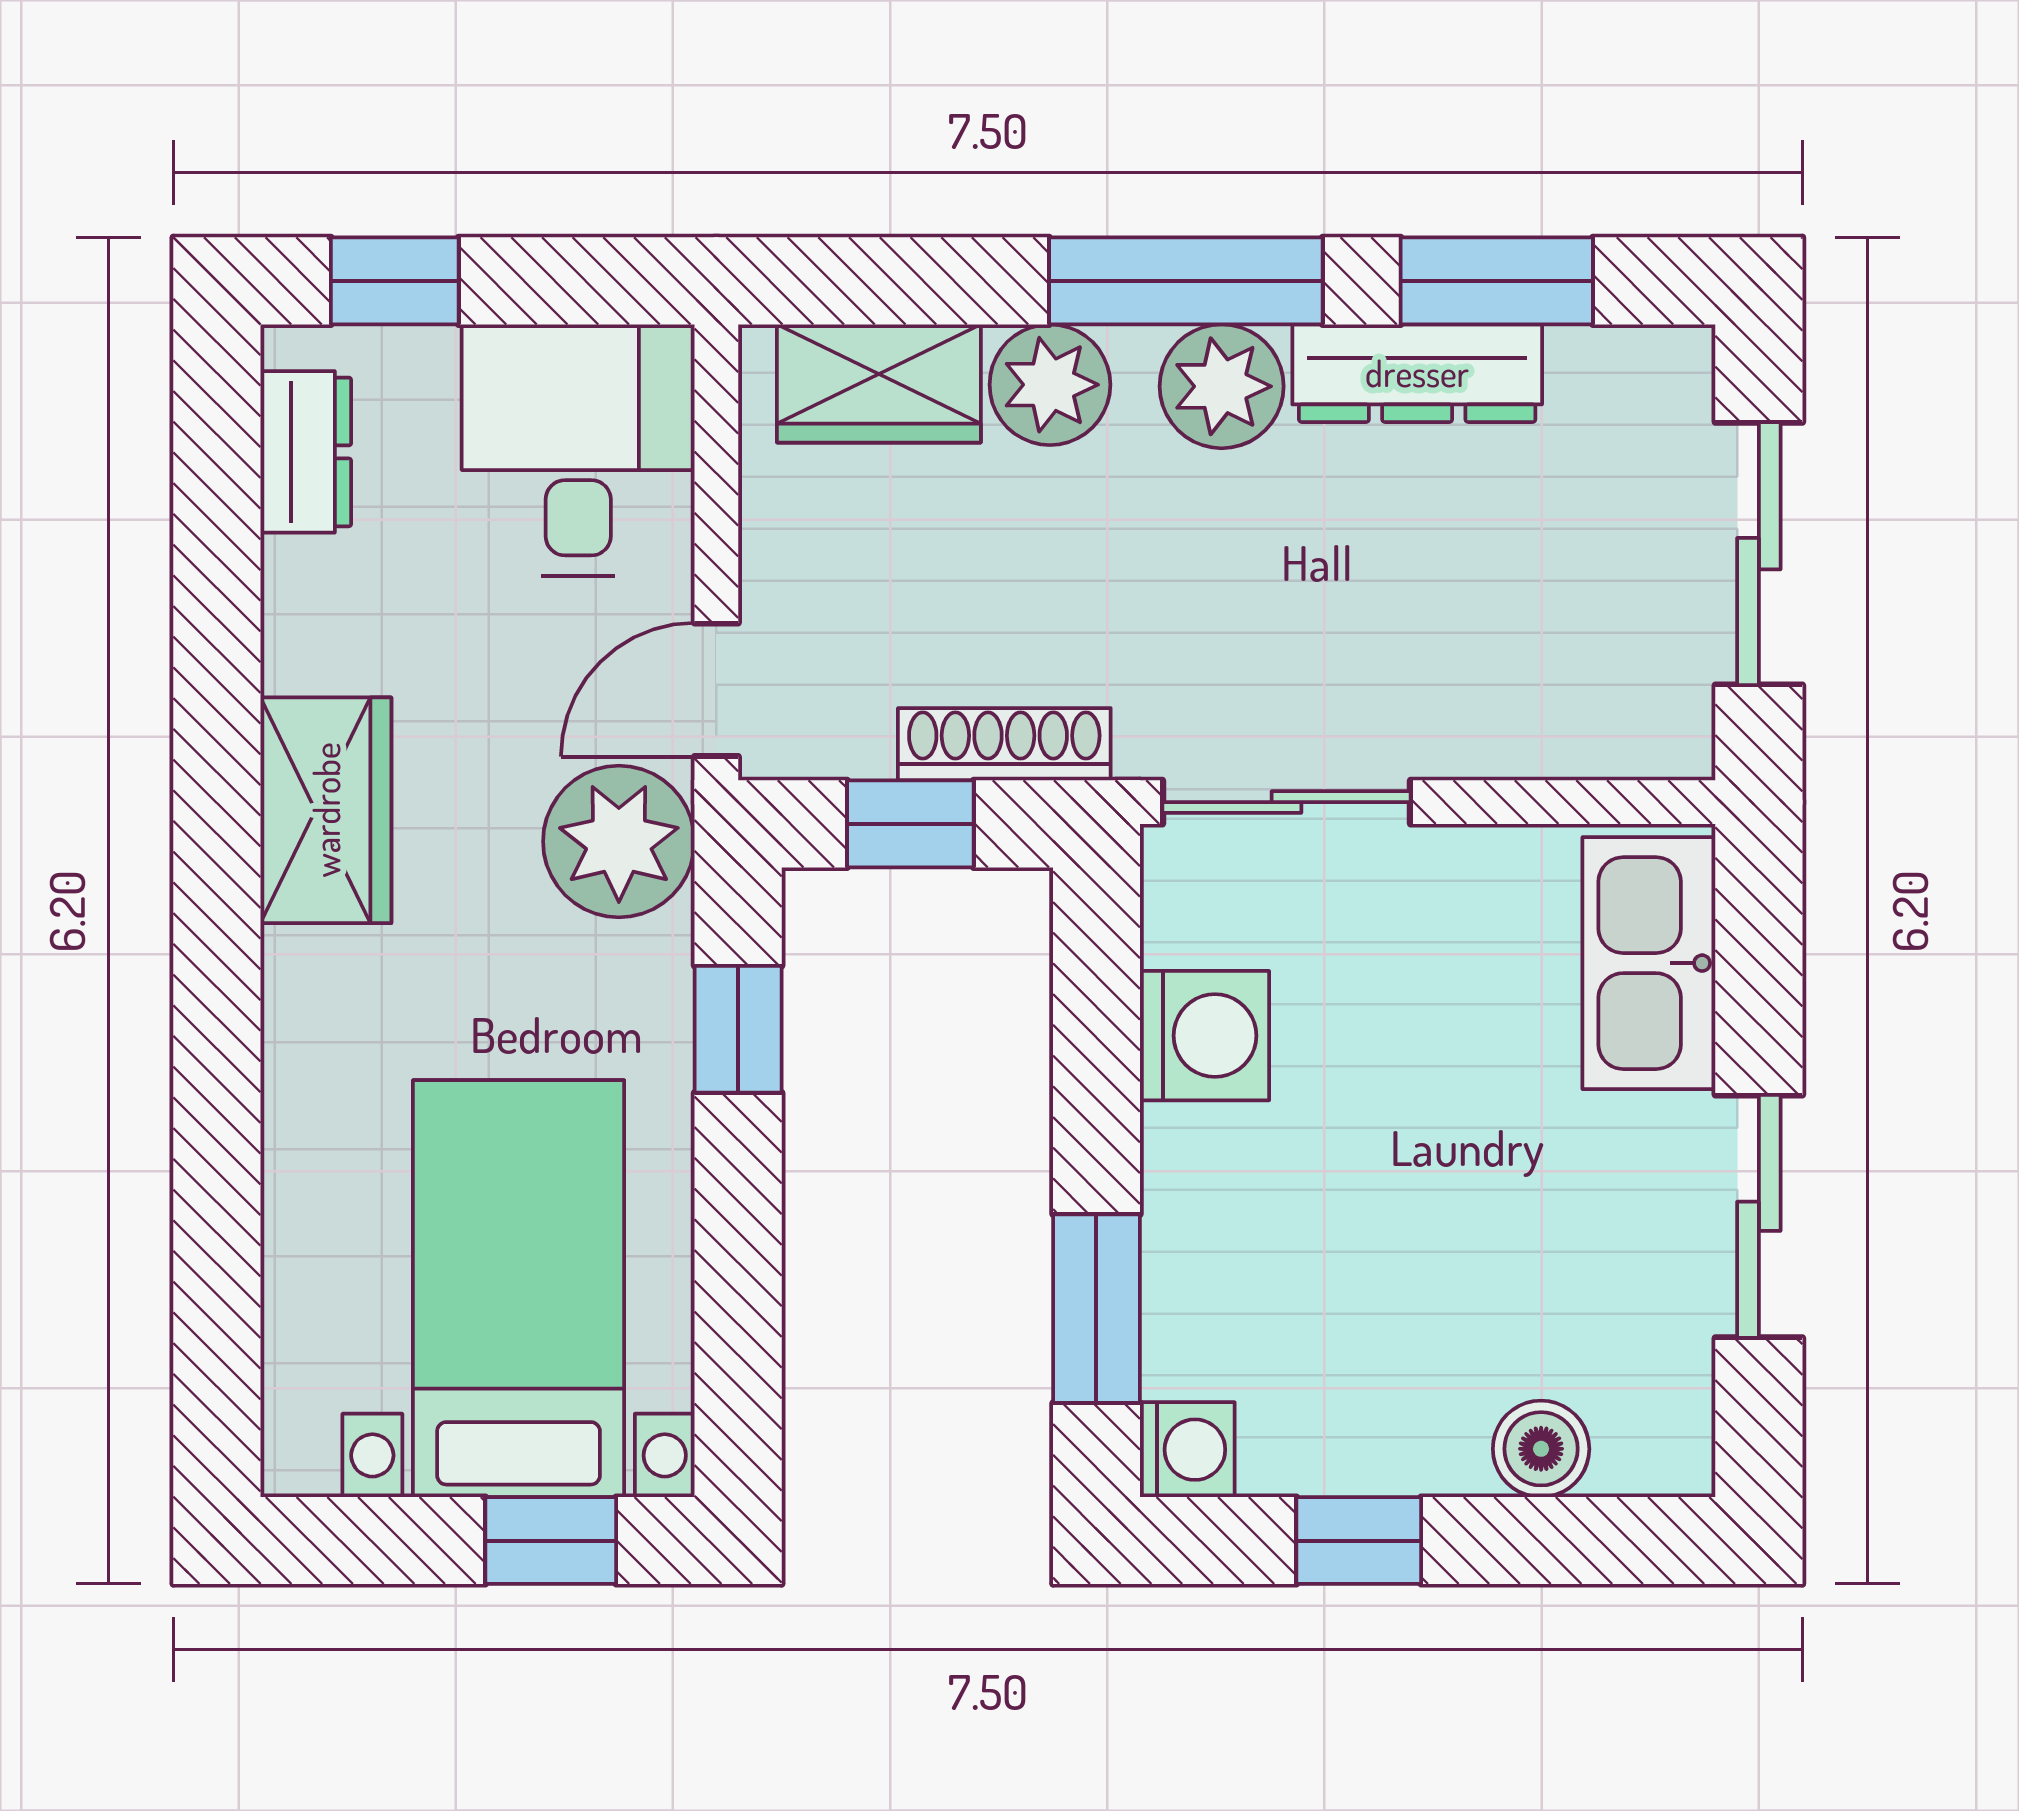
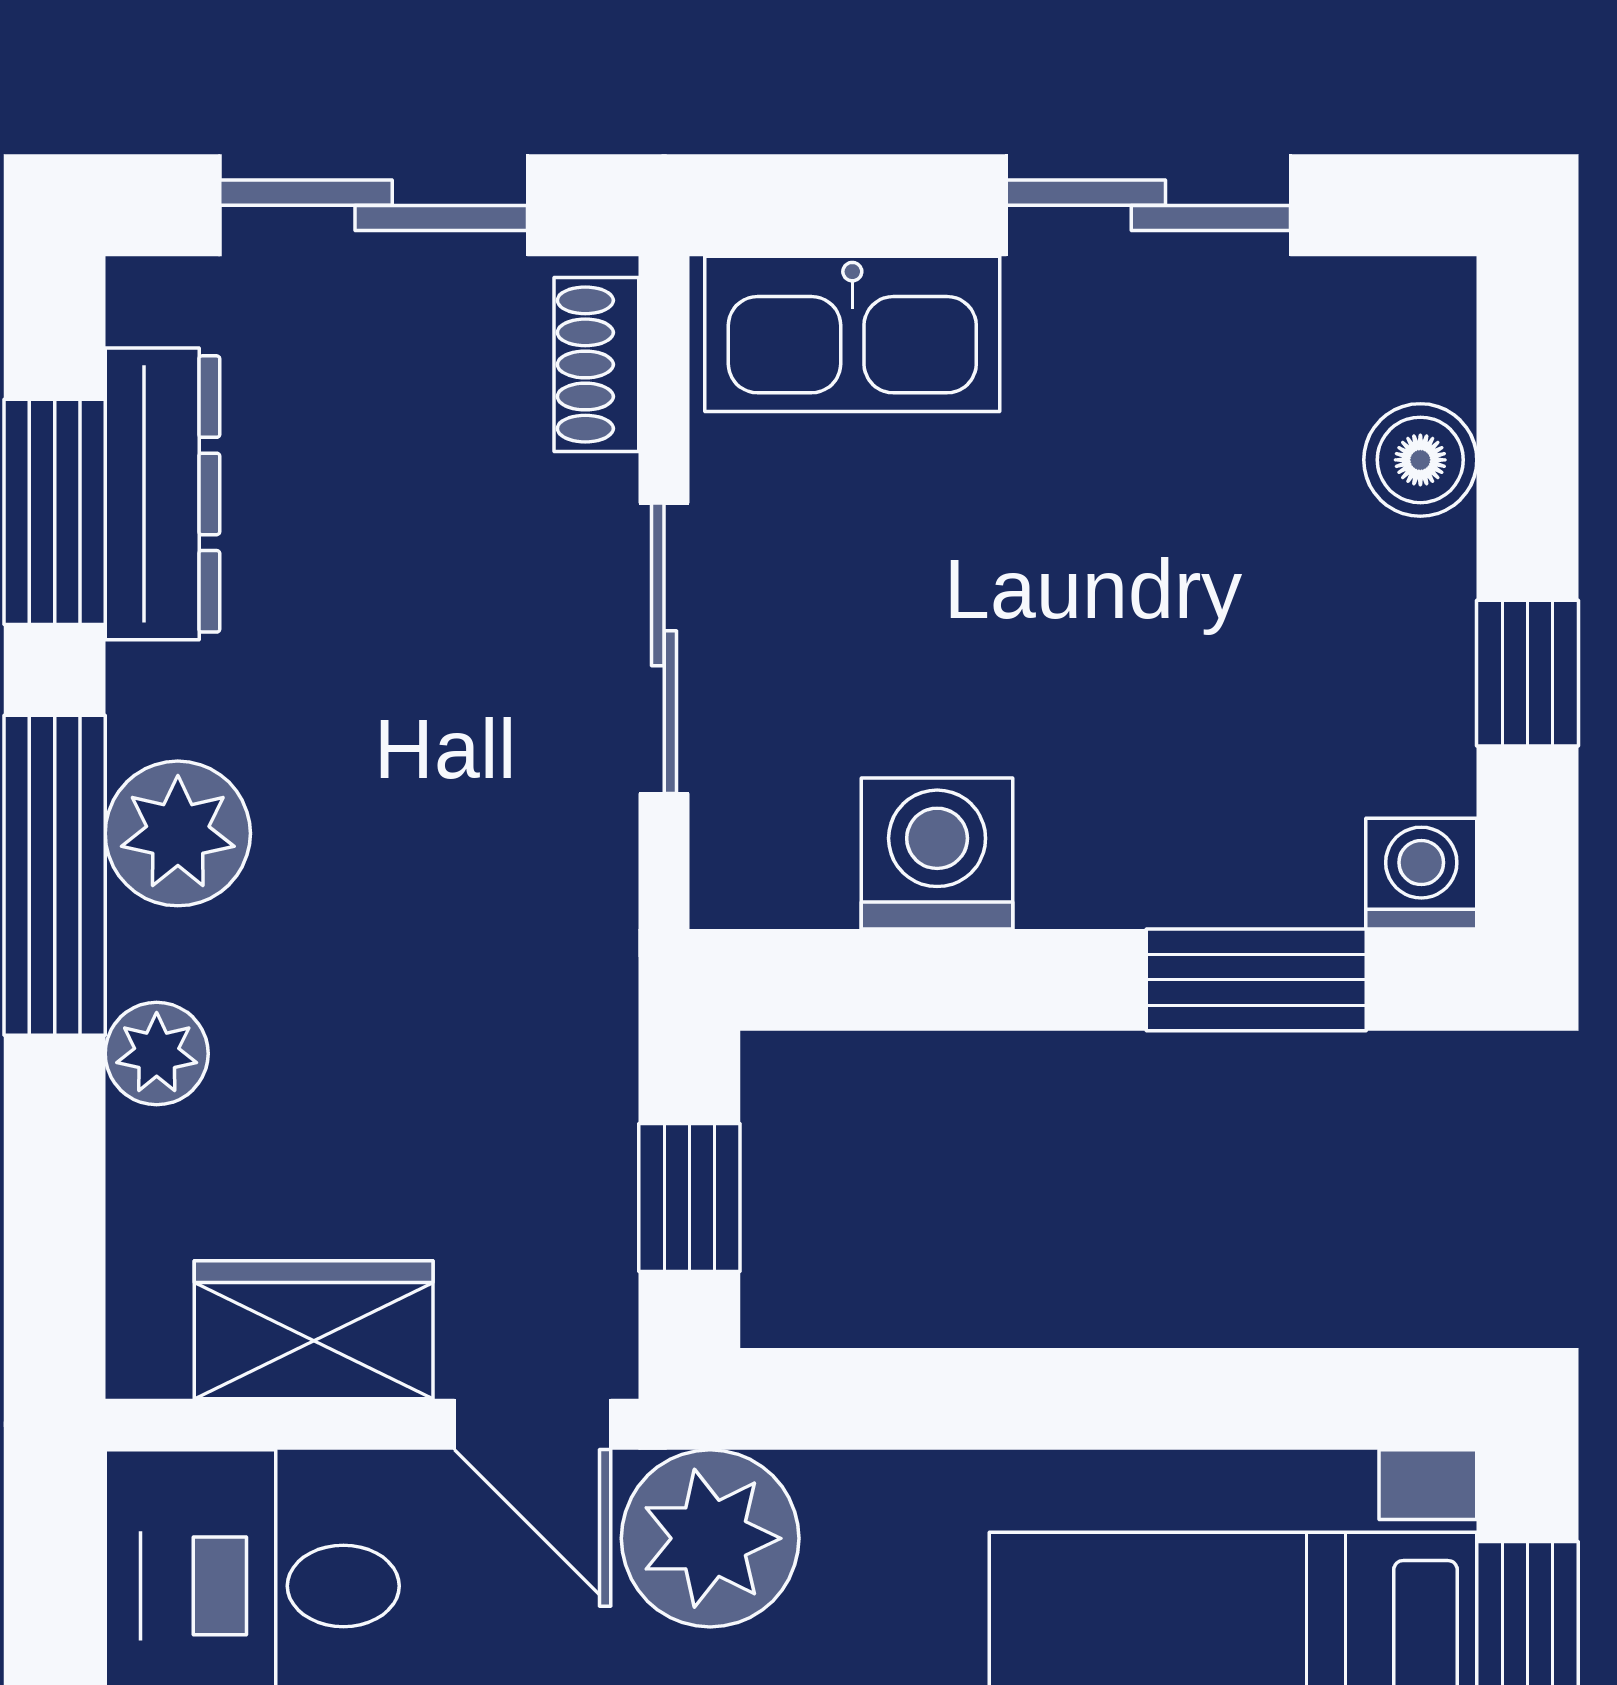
dresser: (1417, 373) -> (162, 494), moved
wardrobe: (879, 383) -> (314, 1330), moved, turned -90
plant: (1050, 385) -> (157, 1054), width x0.73, depth x0.73
shoe rack: (1004, 744) -> (596, 364), moved, width x0.70
sliding door: (1286, 802) -> (664, 648), moved
window: (738, 1029) -> (930, 1399), removed

